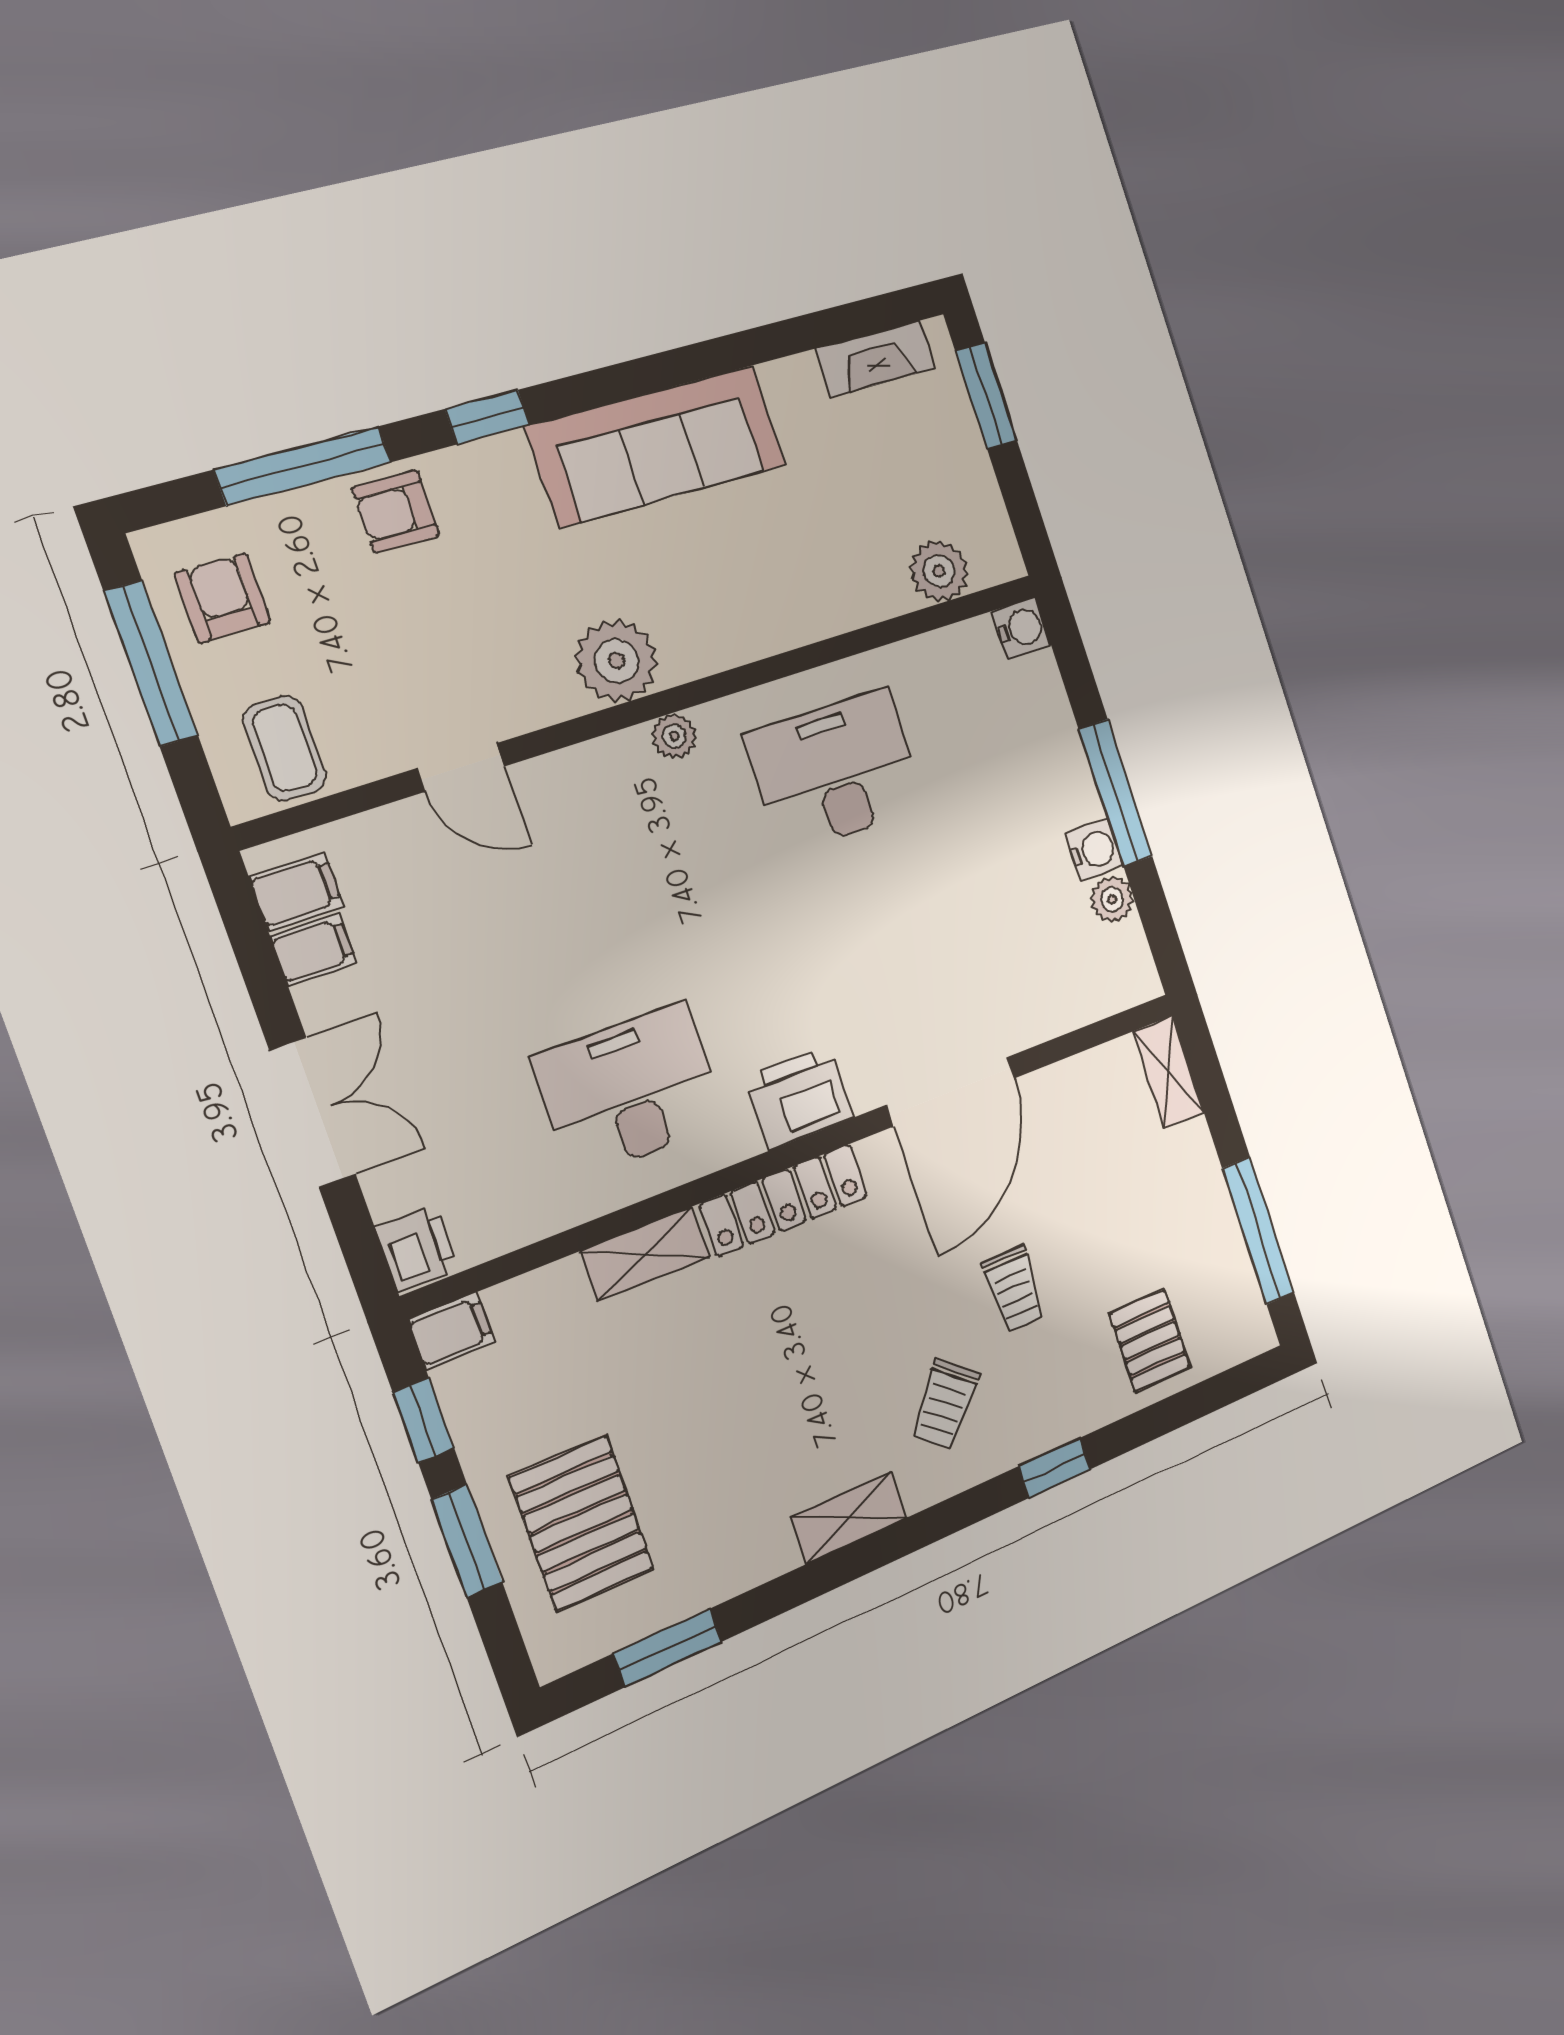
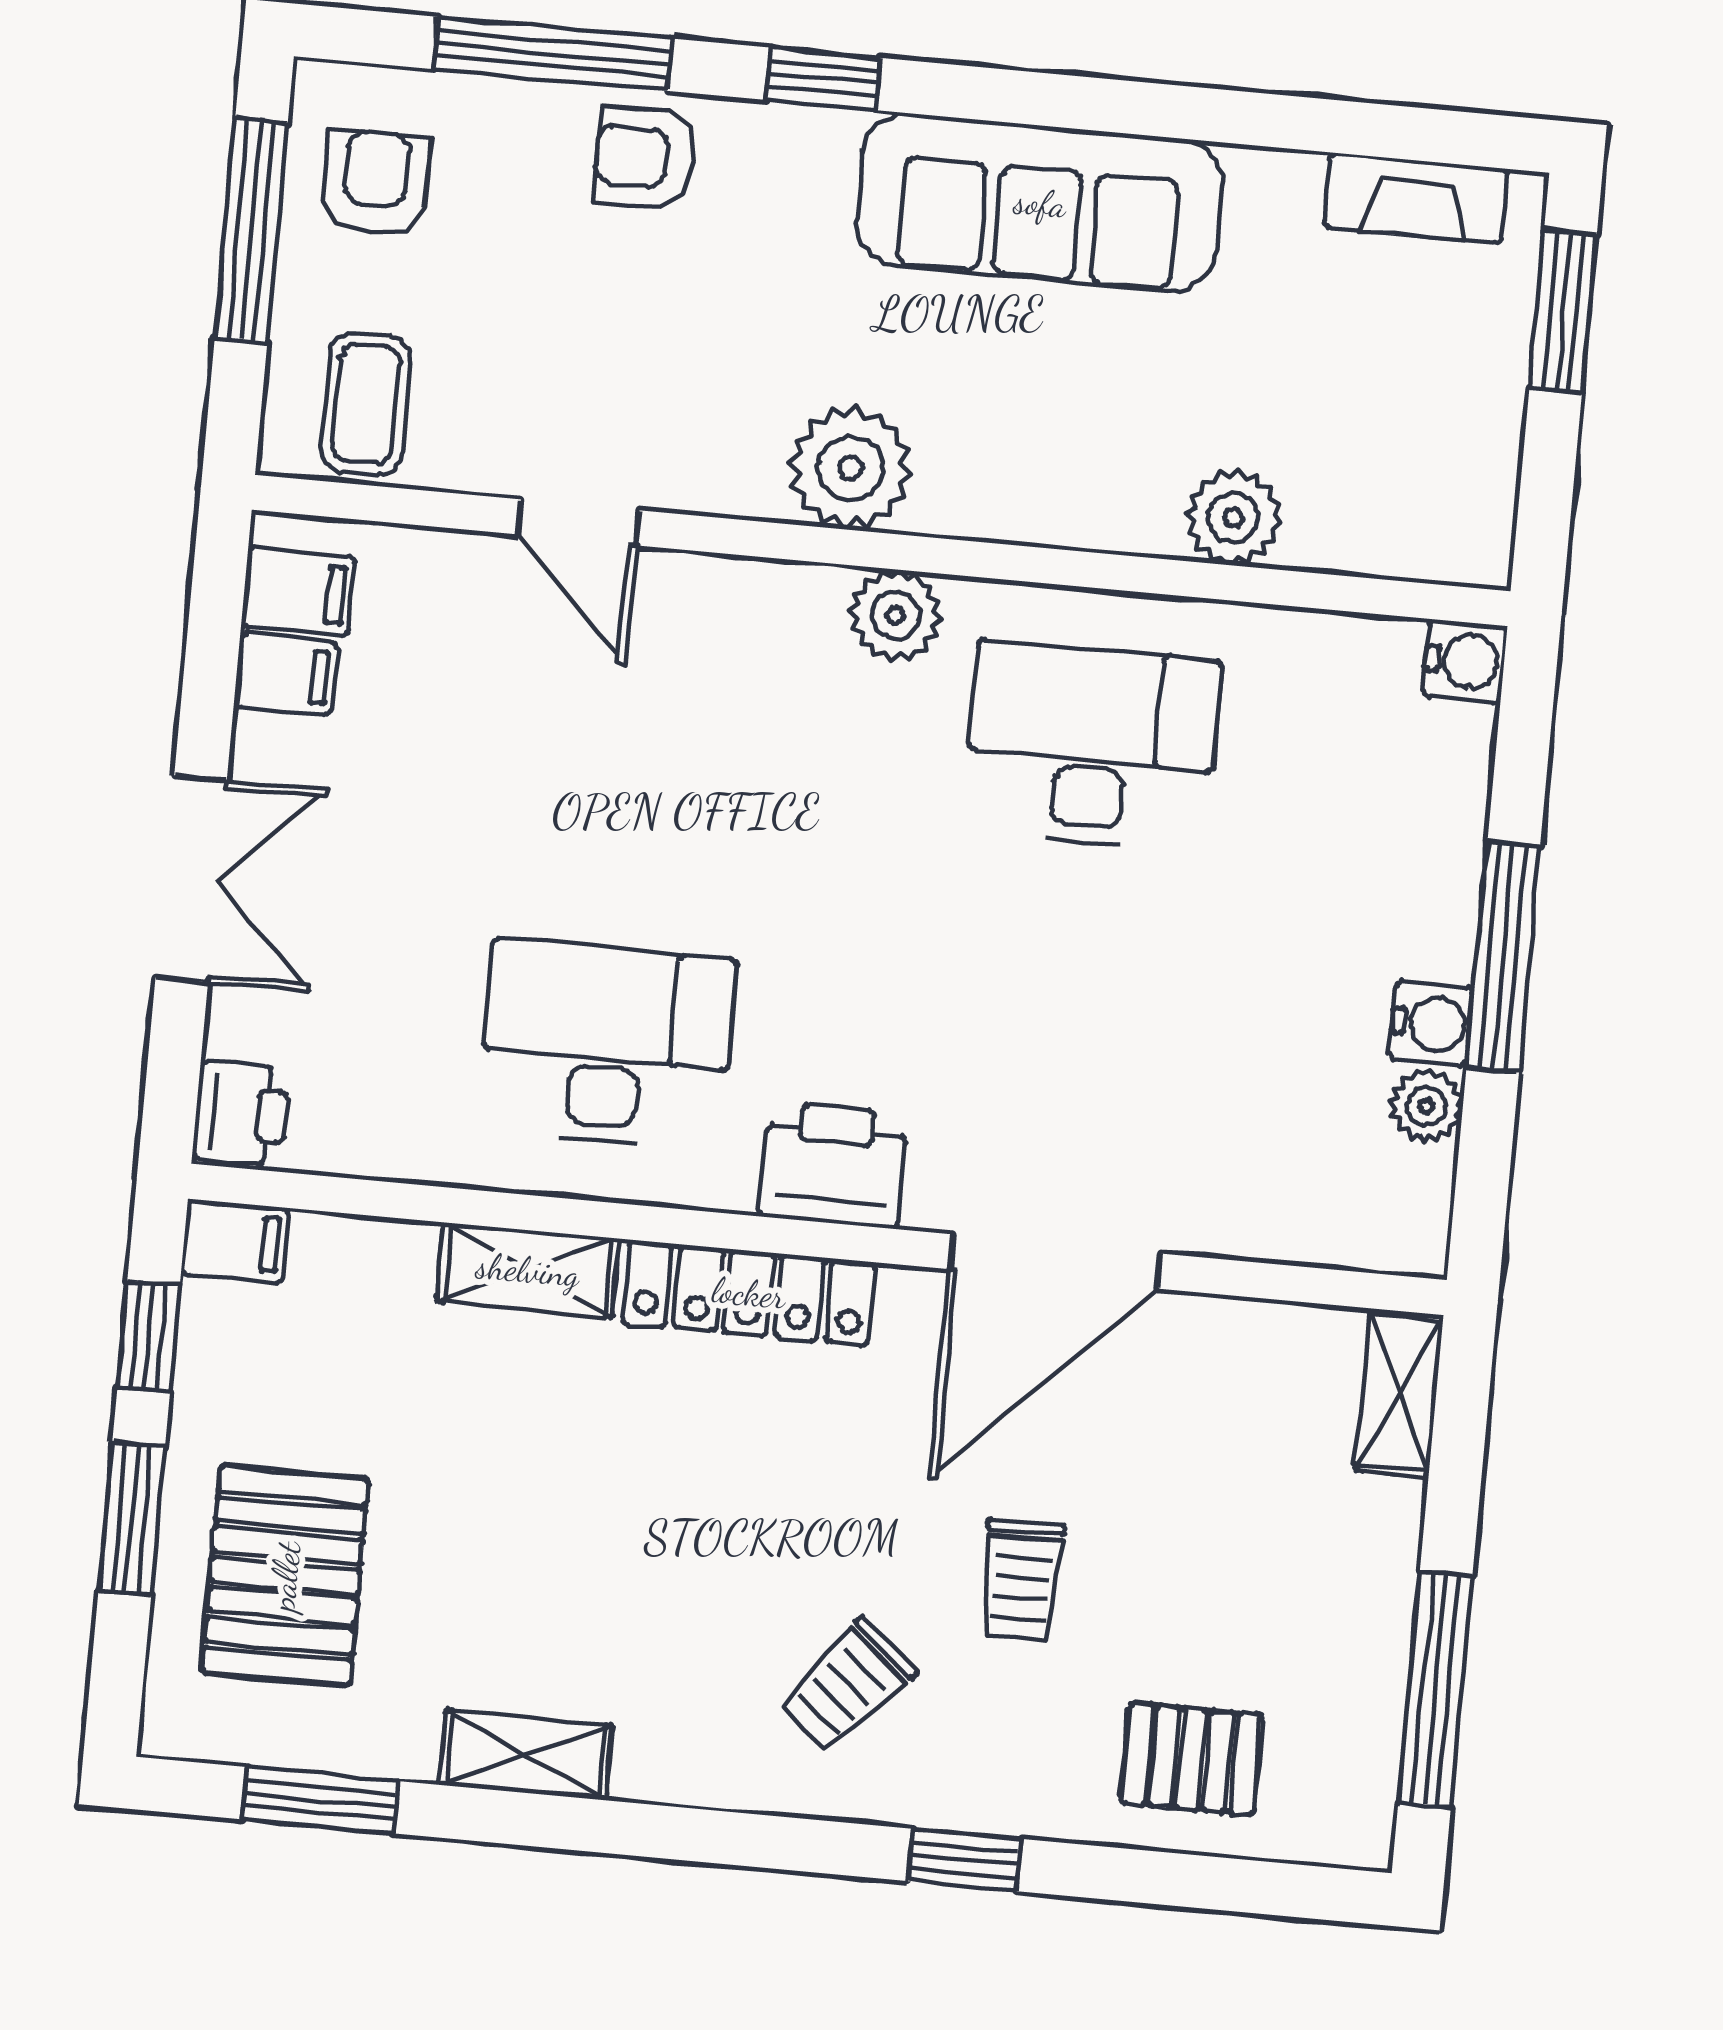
plant: (939, 571) -> (1233, 518), moved
plant: (674, 736) -> (895, 615), width x1.38, depth x1.38
pallet: (1150, 1341) -> (1191, 1759), turned 90
shelving: (849, 1517) -> (526, 1755), moved

